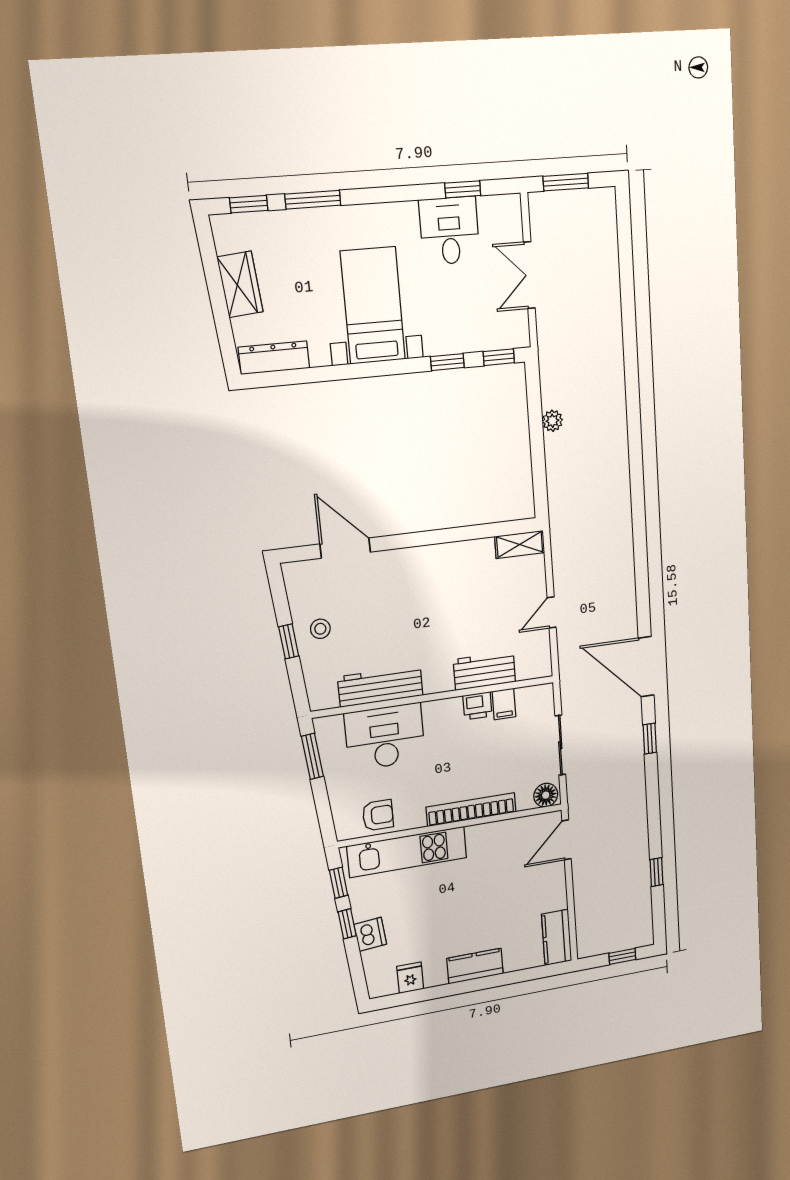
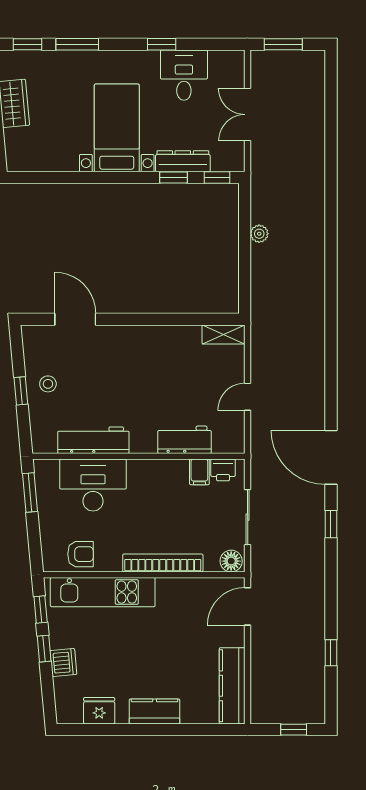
window: (463, 189) -> (162, 44), moved
dresser: (274, 358) -> (183, 161), moved
printer: (477, 706) -> (223, 470), moved
kitchen counter: (557, 937) -> (232, 686), width x1.50
fridge: (410, 978) -> (99, 711), width x1.38

